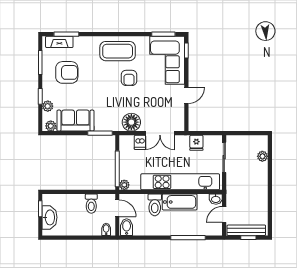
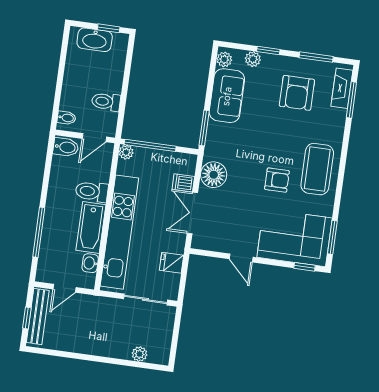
armchair: (129, 78) -> (277, 180), turned 180
washbasin: (216, 199) -> (90, 263), moved
door: (224, 214) -> (65, 288), swing flipped

